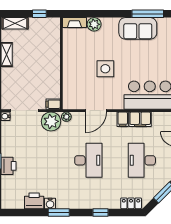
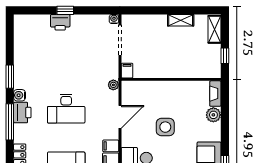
door: (96, 111) -> (120, 117), swing flipped
plant: (51, 121) -> (108, 68), removed
printer: (34, 201) -> (22, 113), moved
water cooler: (50, 203) -> (20, 95), moved
window: (101, 212) -> (10, 122), width x2.17

